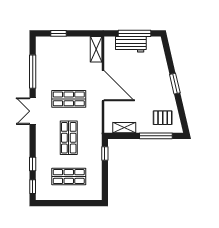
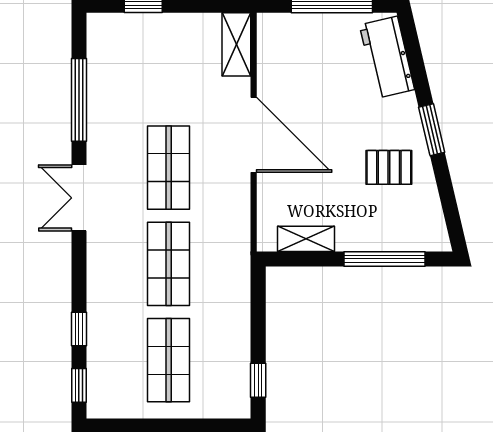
workbench: (131, 44) -> (387, 57), moved, turned 77
shop shelf: (69, 99) -> (169, 168), turned 90
pallet: (163, 118) -> (389, 167), moved
window: (105, 154) -> (258, 380), moved
shop shelf: (69, 177) -> (169, 360), turned 90

